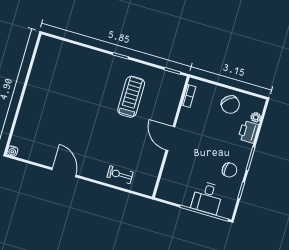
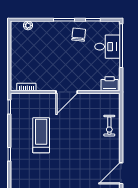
treadmill: (131, 97) -> (41, 135), turned 90
chair: (230, 105) -> (23, 50), removed
printer: (248, 132) -> (110, 84), moved, turned 180

